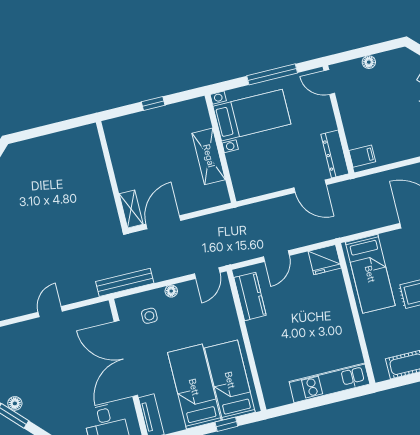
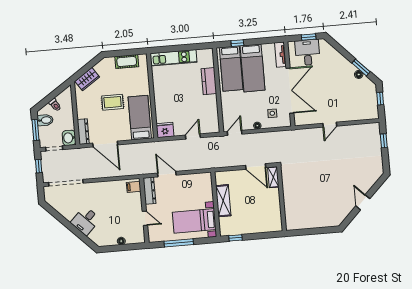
door: (329, 82) -> (145, 218), moved
window: (153, 104) -> (236, 238), moved
door: (163, 222) -> (256, 166), hinge flipped
bench: (125, 282) -> (284, 135), removed
kitchen counter: (250, 296) -> (209, 81), moved

